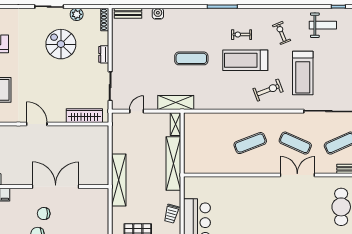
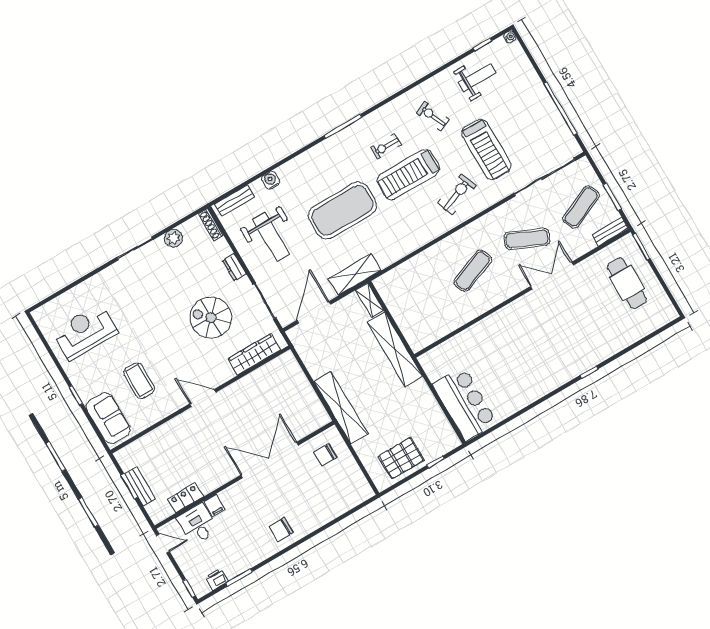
spiral stairs: (61, 44) -> (211, 318), moved
weight bench: (138, 49) -> (271, 237), added
exercise mat: (191, 58) -> (342, 210), width x2.00, depth x1.45
door: (137, 111) -> (314, 312), width x1.88
chair: (44, 214) -> (325, 455), moved
trolley: (171, 214) -> (428, 411), removed

